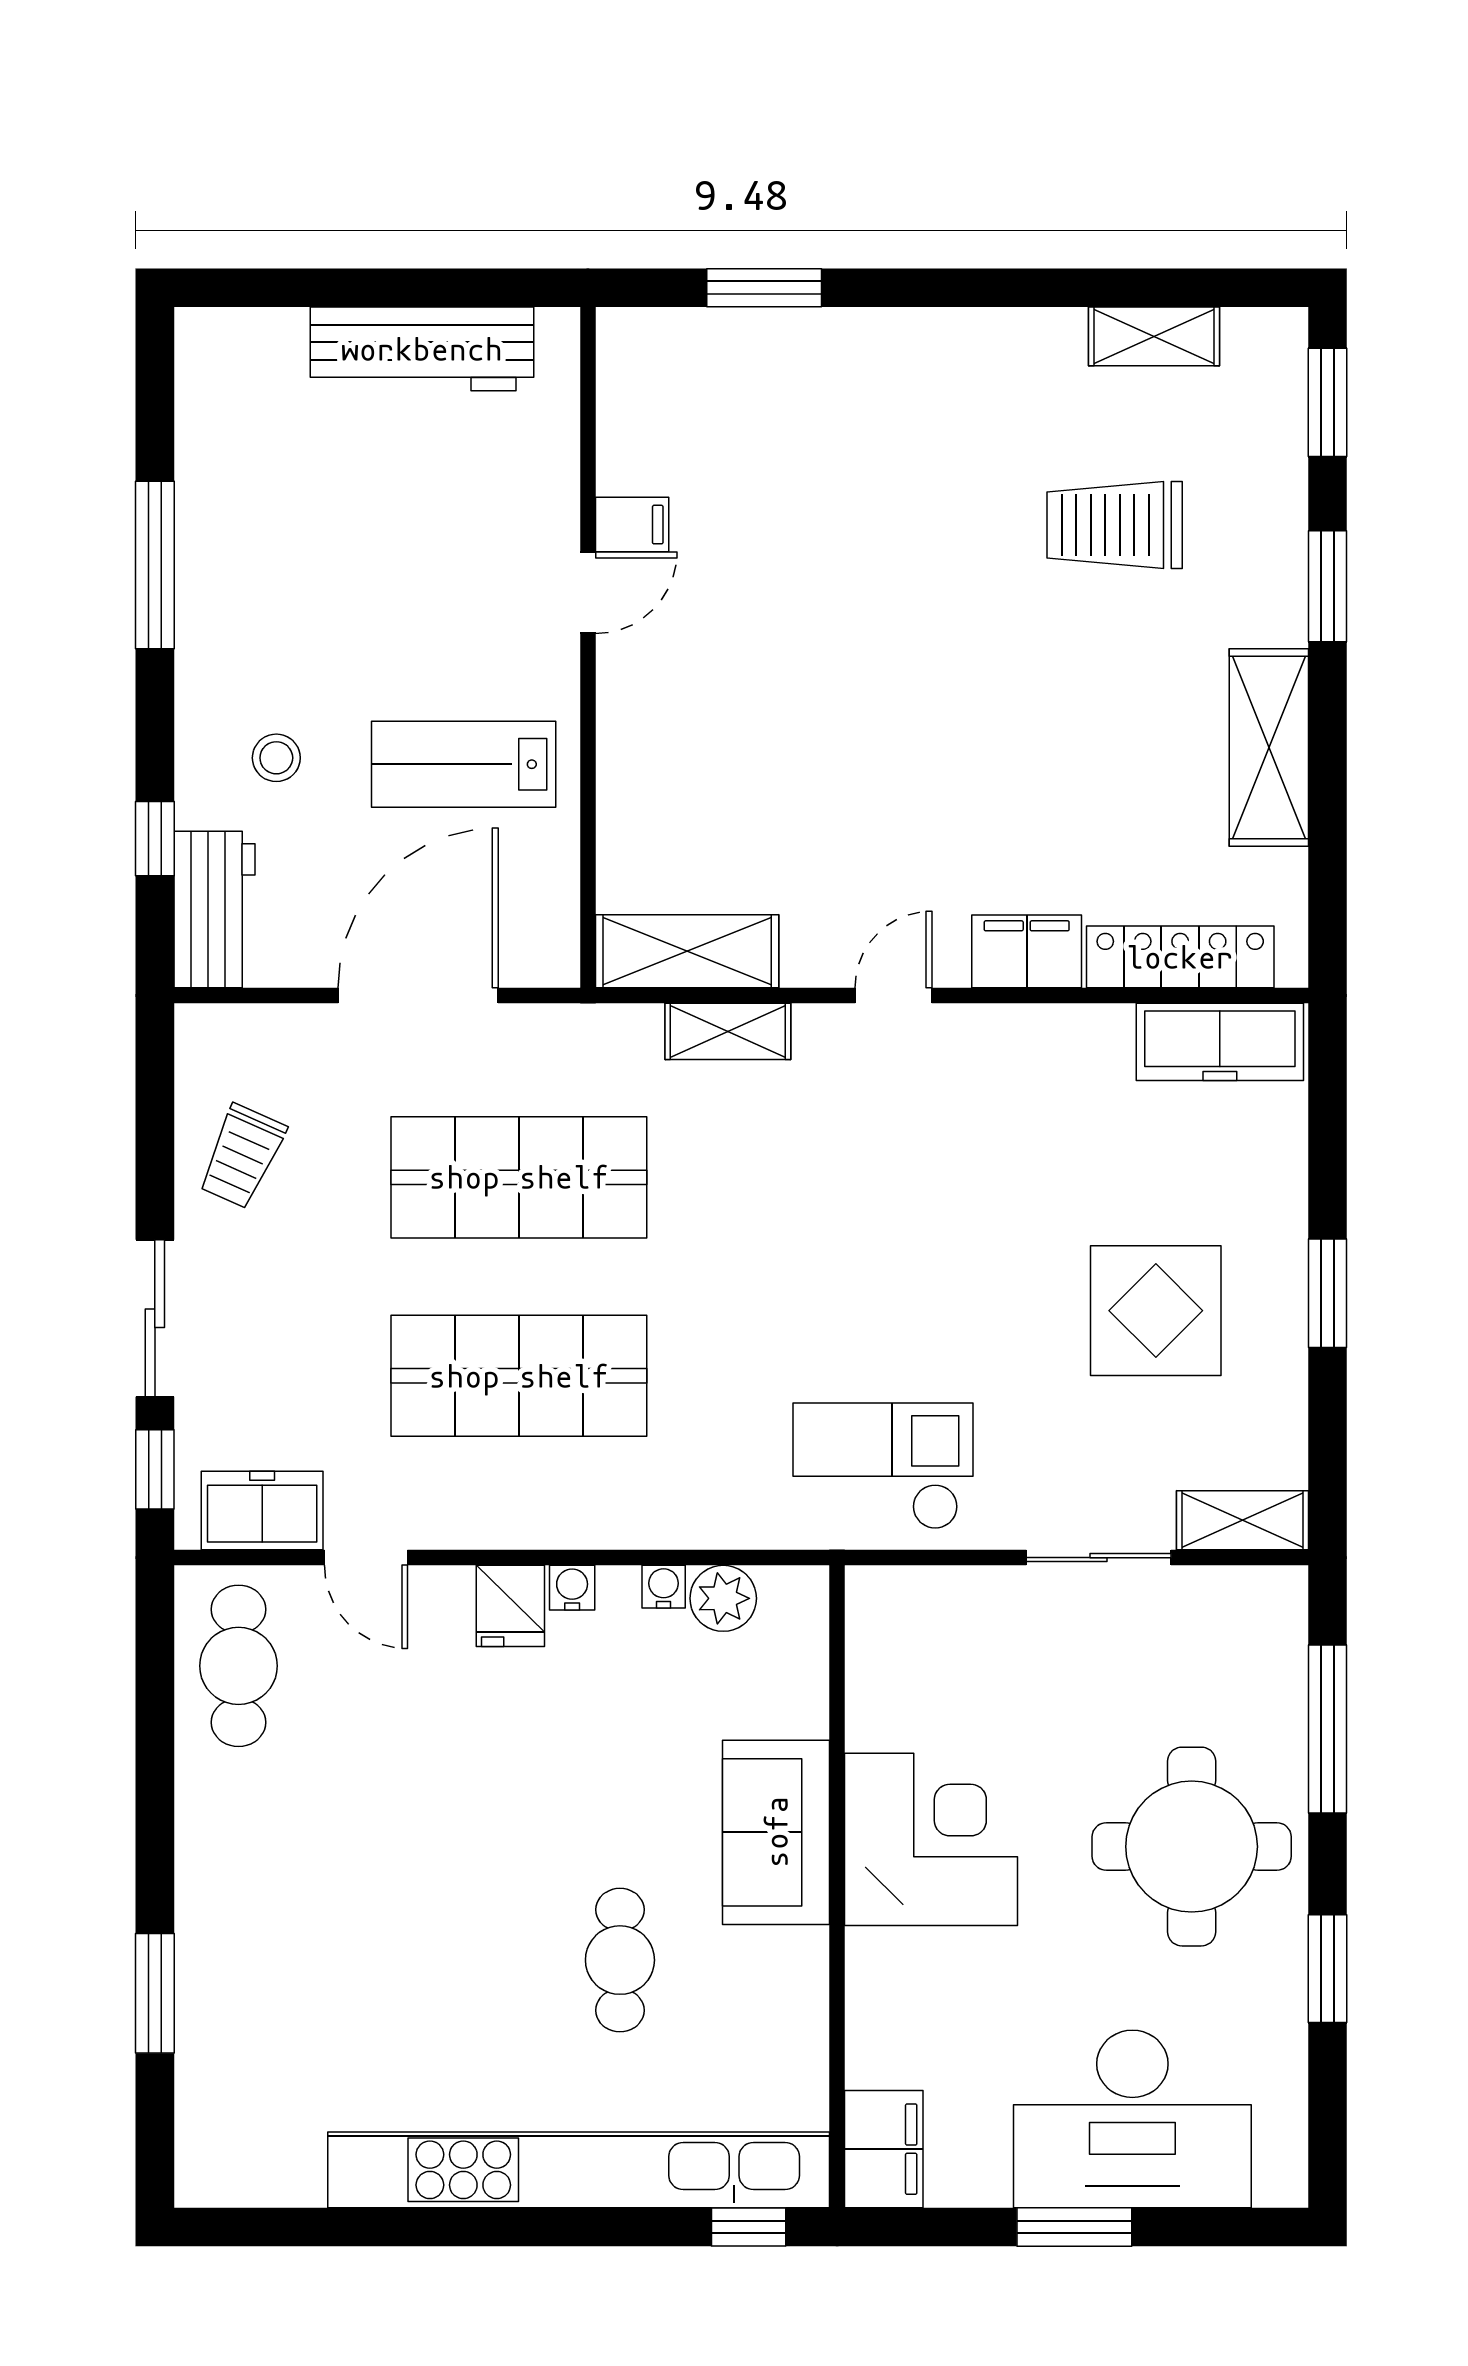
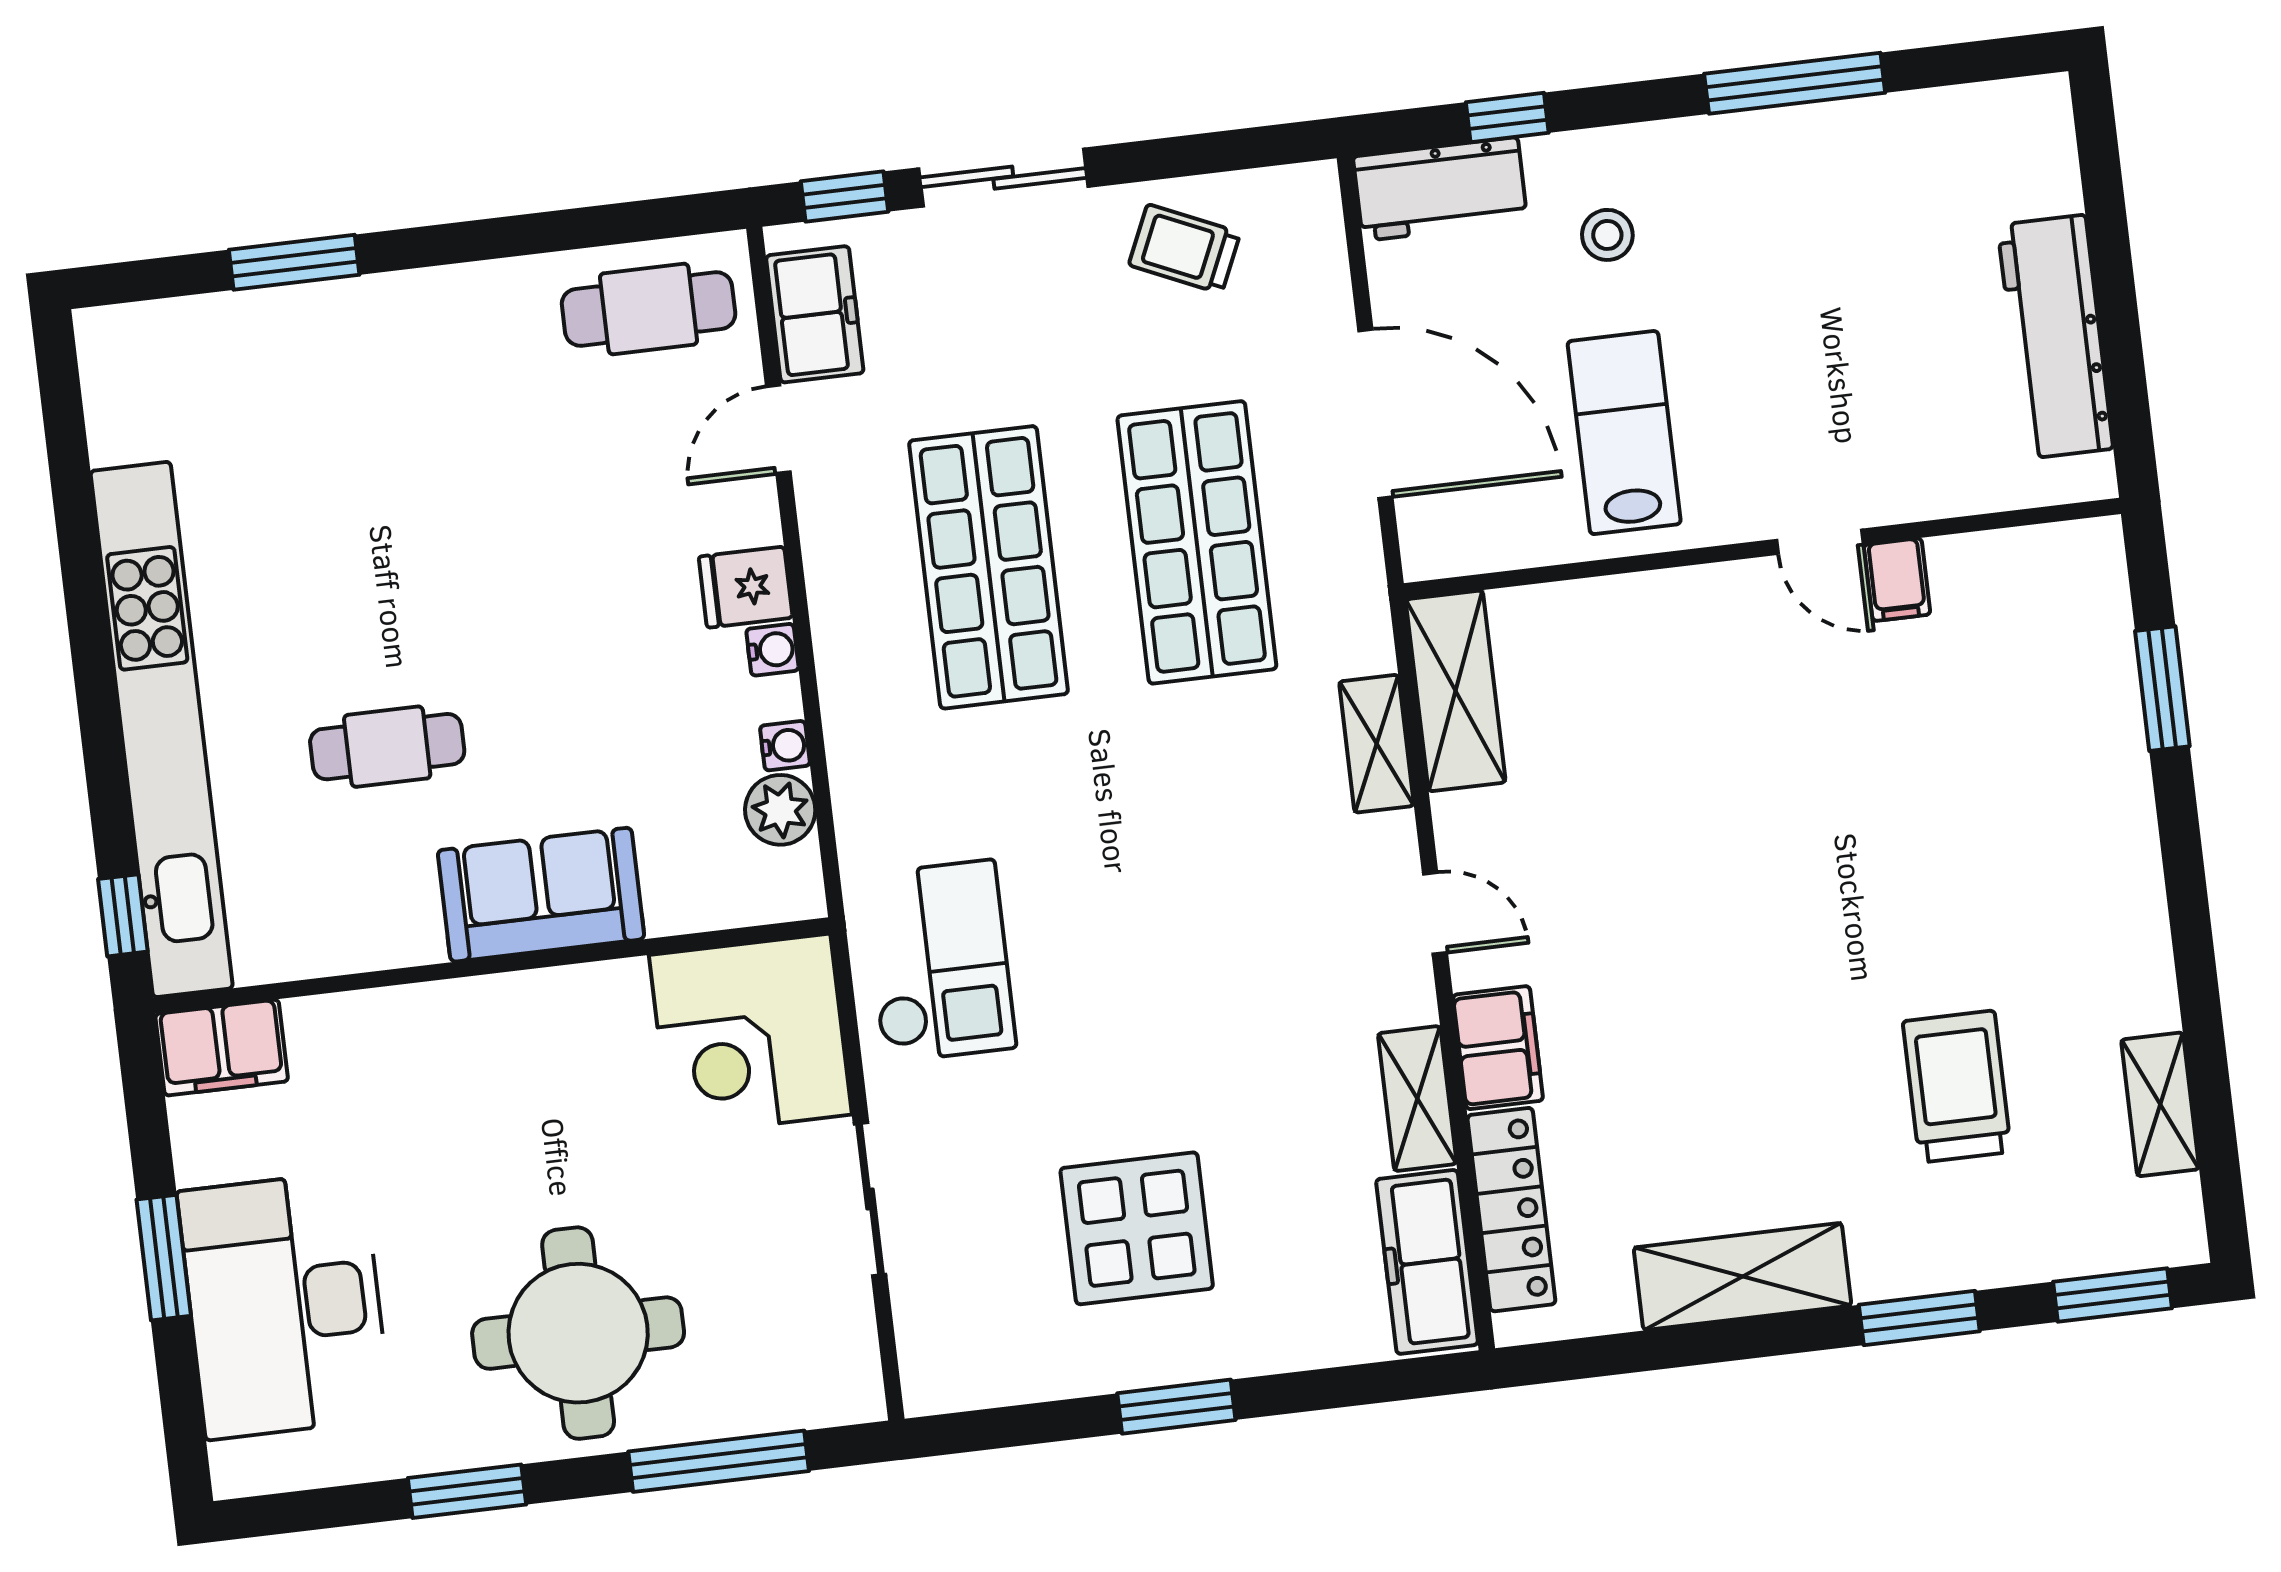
shelving: (1243, 1520) -> (1417, 1099), moved
corner desk: (931, 1839) -> (750, 1035), moved, turned 90

